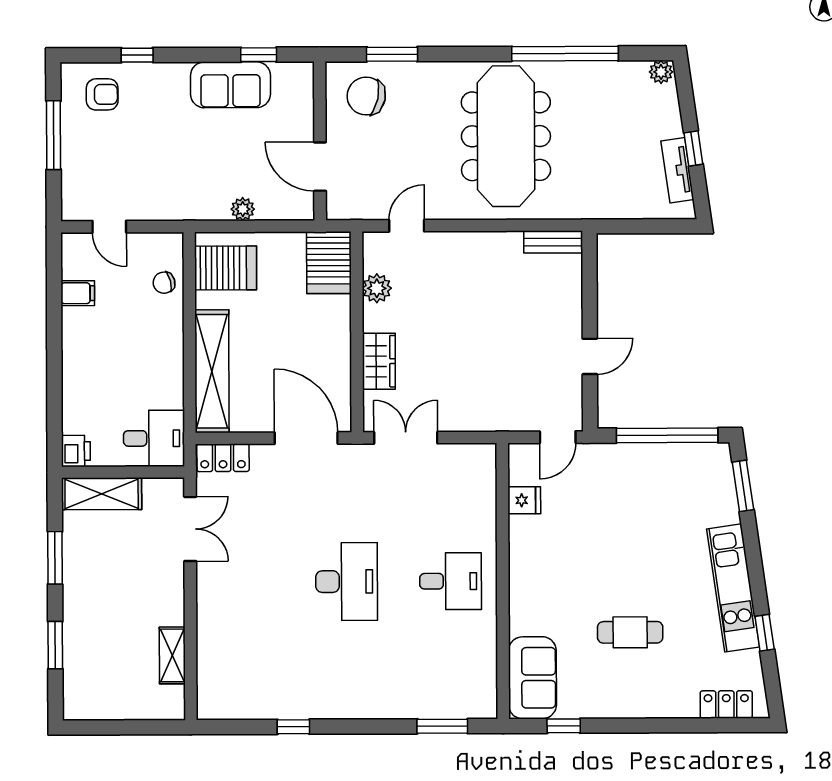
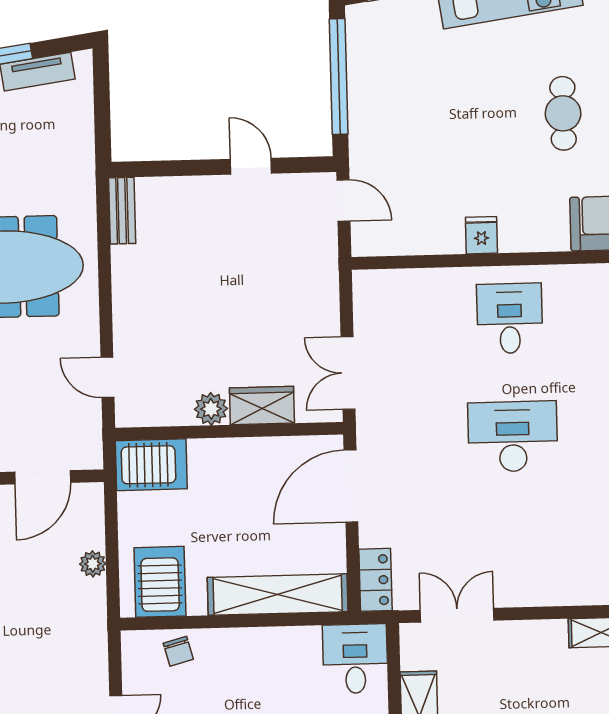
plant: (377, 288) -> (211, 409), moved
fridge: (524, 500) -> (481, 235), moved

